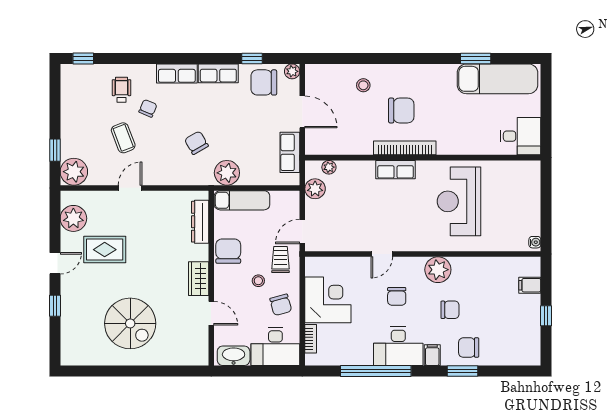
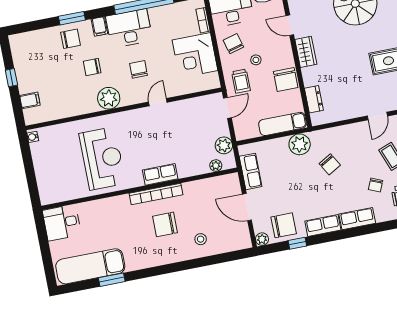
dresser: (200, 222) -> (314, 99), width x0.70

